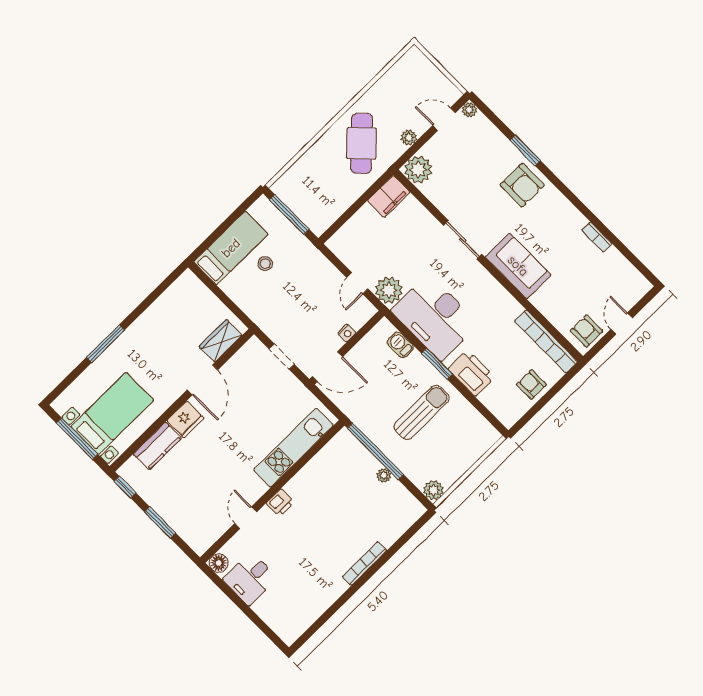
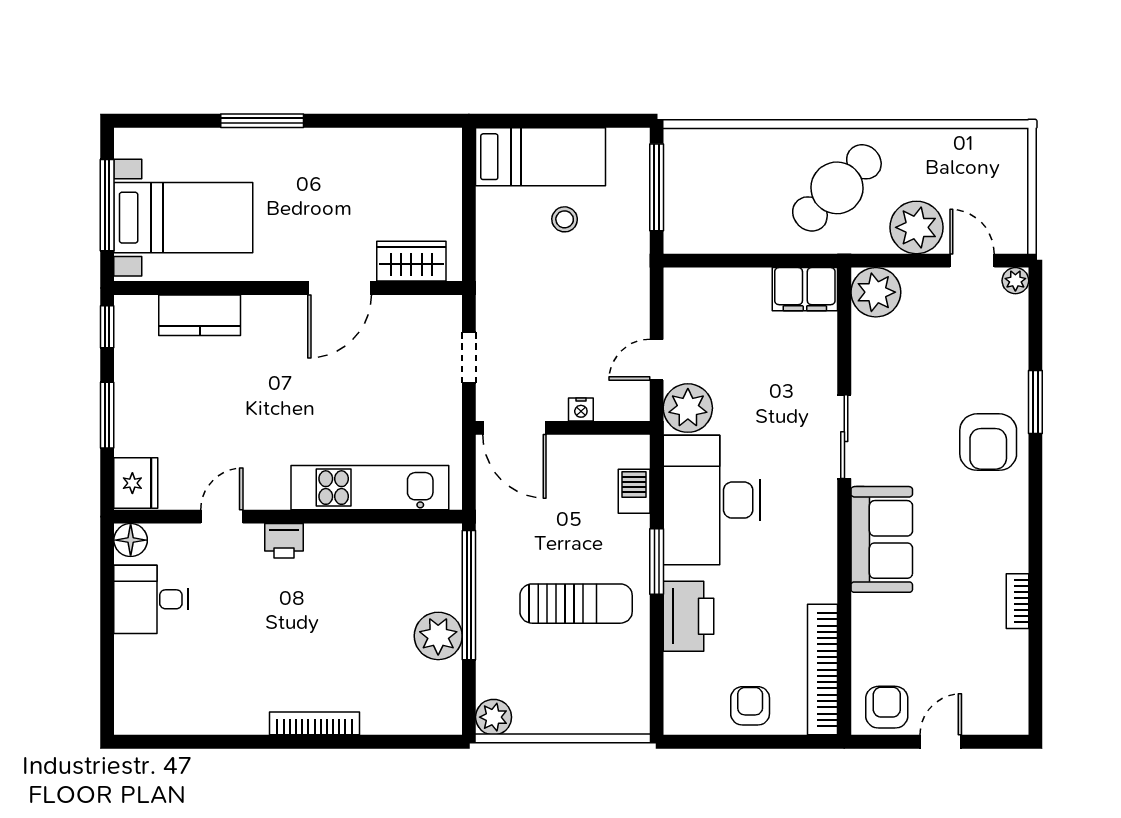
plant: (409, 138) -> (916, 227), width x1.87, depth x1.87
fridge: (185, 419) -> (136, 483), moved, turned -90
plant: (384, 475) -> (438, 636), width x1.87, depth x1.87

